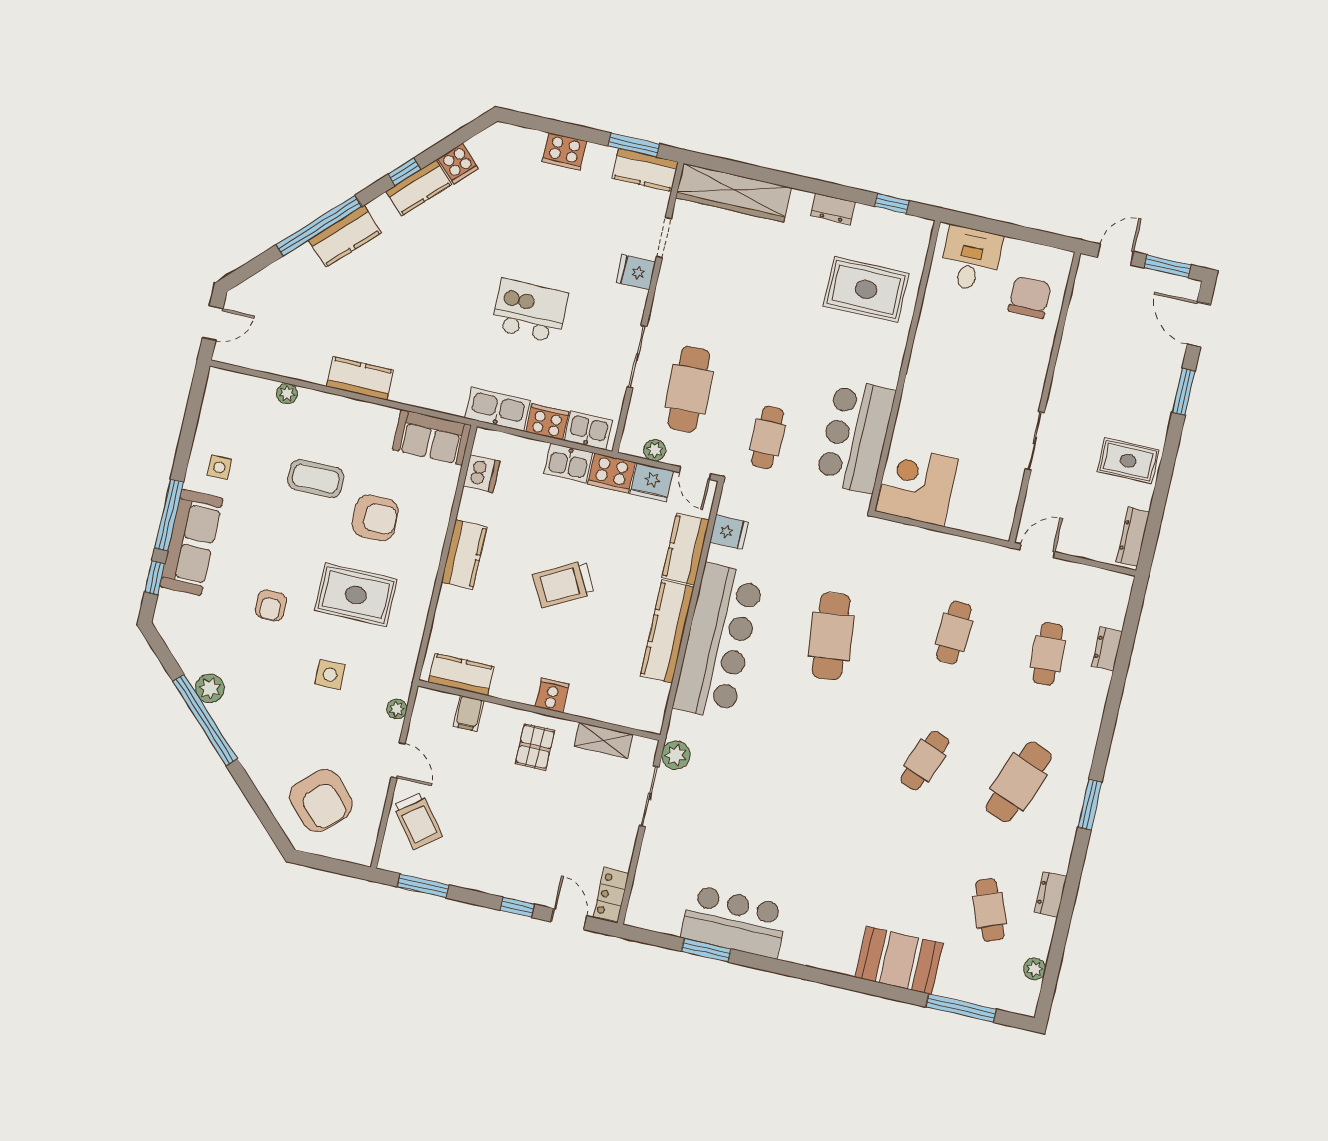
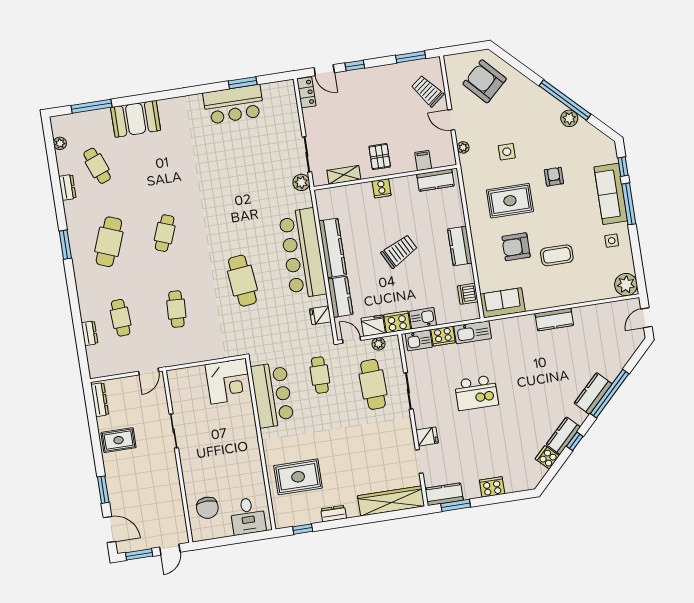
plant: (287, 394) -> (626, 285), moved, width x1.88, depth x1.88

